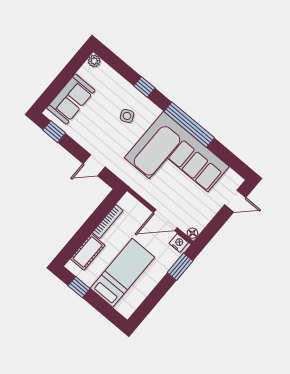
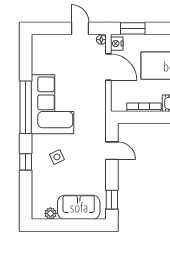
plant: (94, 61) -> (51, 213), moved
corner sofa: (177, 162) -> (53, 104), width x0.73, depth x0.74
door: (235, 201) -> (80, 28), moved

